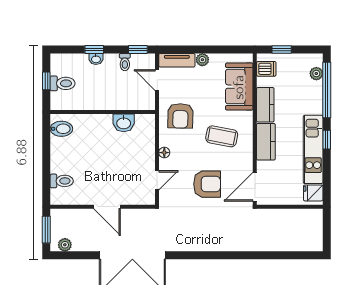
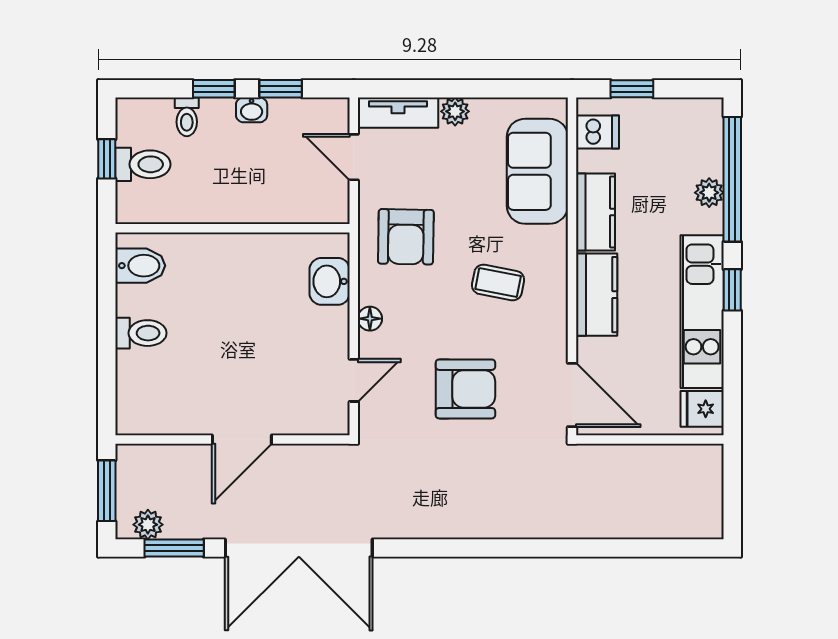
window: (138, 49) -> (281, 89), moved
washbasin: (96, 59) -> (252, 110), moved
toilet: (125, 62) -> (187, 117), moved
plant: (316, 74) -> (709, 193), moved
washbasin: (124, 123) -> (330, 281), moved, turned 90
coffee table: (222, 136) -> (498, 283), width x0.73, depth x0.77
toilet: (62, 181) -> (141, 333), moved
door: (255, 187) -> (572, 395), swing flipped
door: (107, 207) -> (242, 440), hinge flipped
window: (77, 255) -> (174, 548), added

